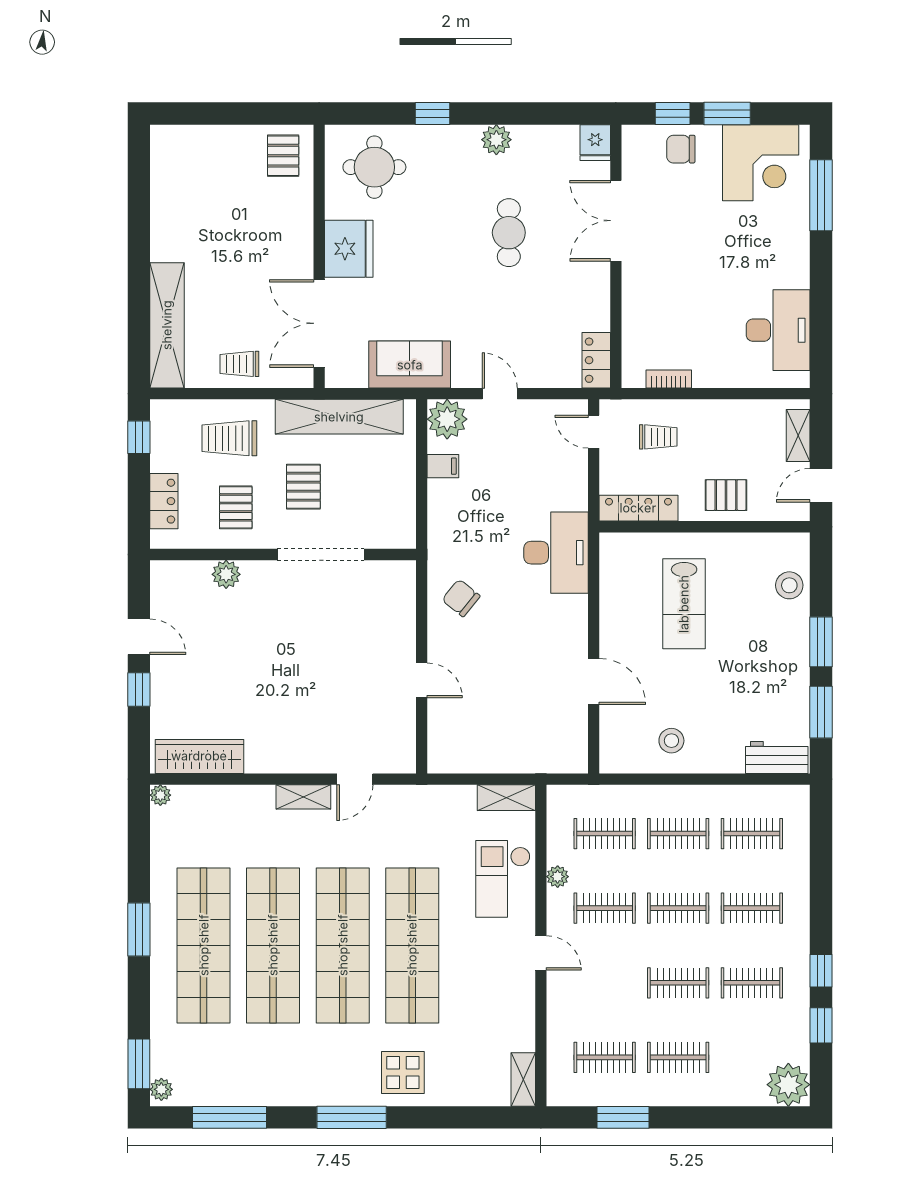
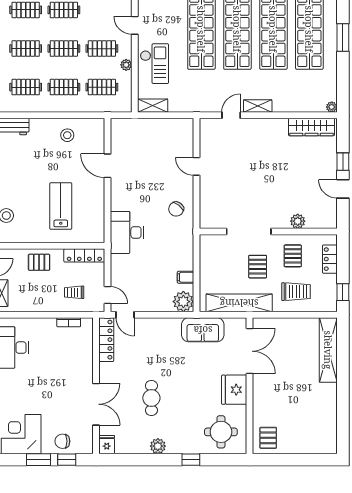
chair: (681, 149) -> (62, 441), turned 180
locker: (596, 360) -> (106, 340), width x1.53
trolley: (239, 364) -> (291, 330), removed
door: (500, 394) -> (125, 315), moved
chair: (461, 598) -> (176, 209), turned 89

